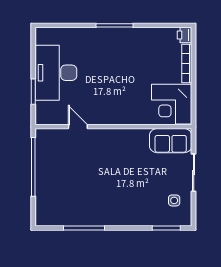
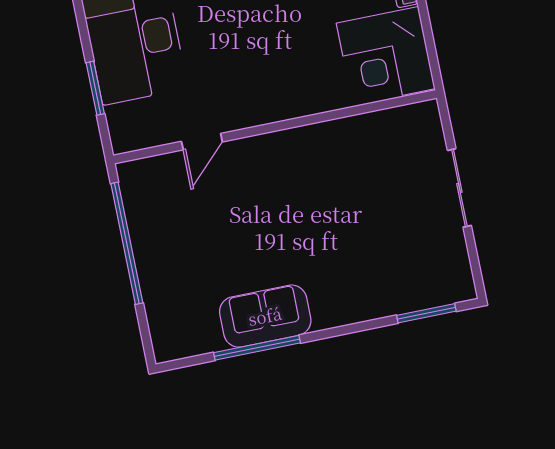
door: (78, 127) -> (202, 142), swing flipped
sofa: (171, 141) -> (265, 316), moved, turned 180
side table: (174, 200) -> (431, 253), removed

